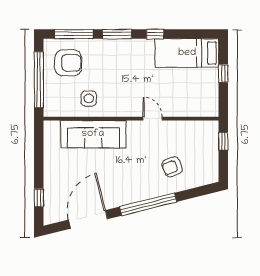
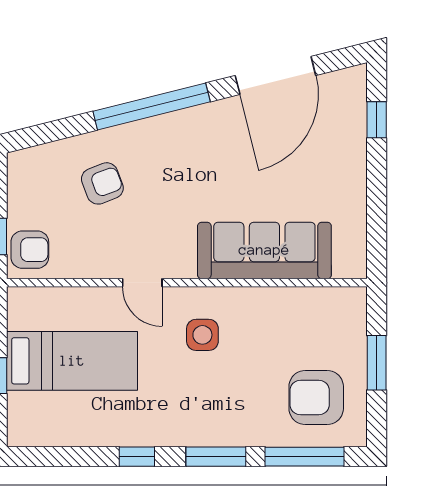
bed: (187, 53) -> (72, 361), moved
window: (39, 80) -> (377, 363), width x0.47
side table: (89, 98) -> (202, 335), moved
armchair: (207, 135) -> (30, 250), added

